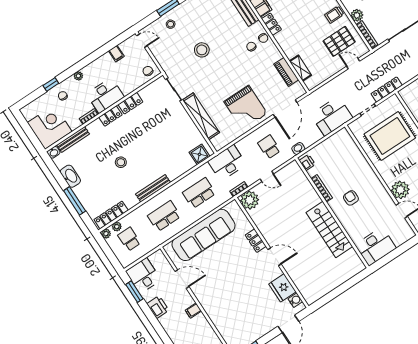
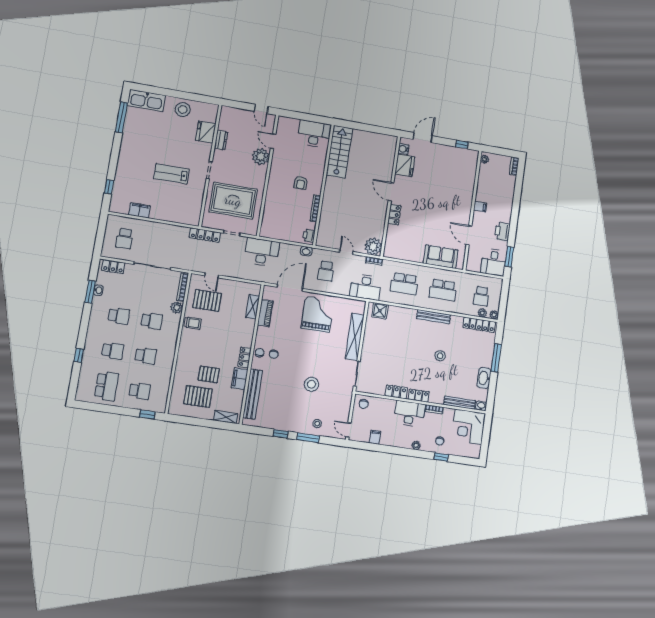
stairs: (329, 230) -> (339, 152), moved
sofa: (204, 235) -> (441, 257), width x0.54, depth x0.79

